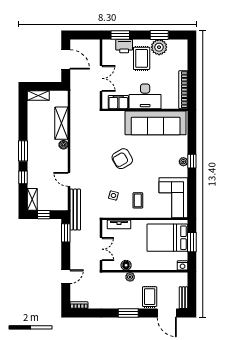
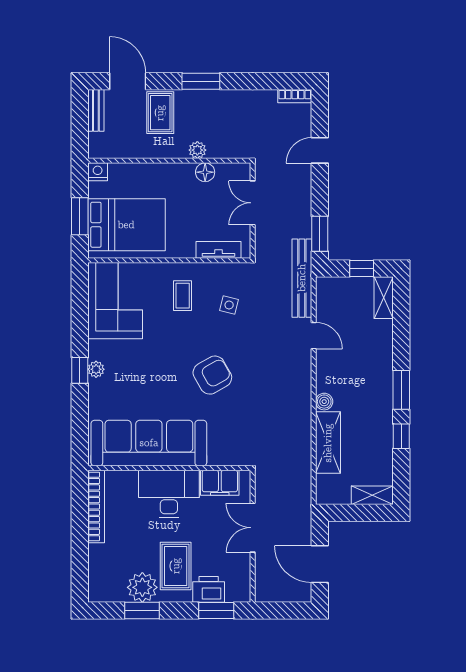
window: (23, 177) -> (401, 436), moved

